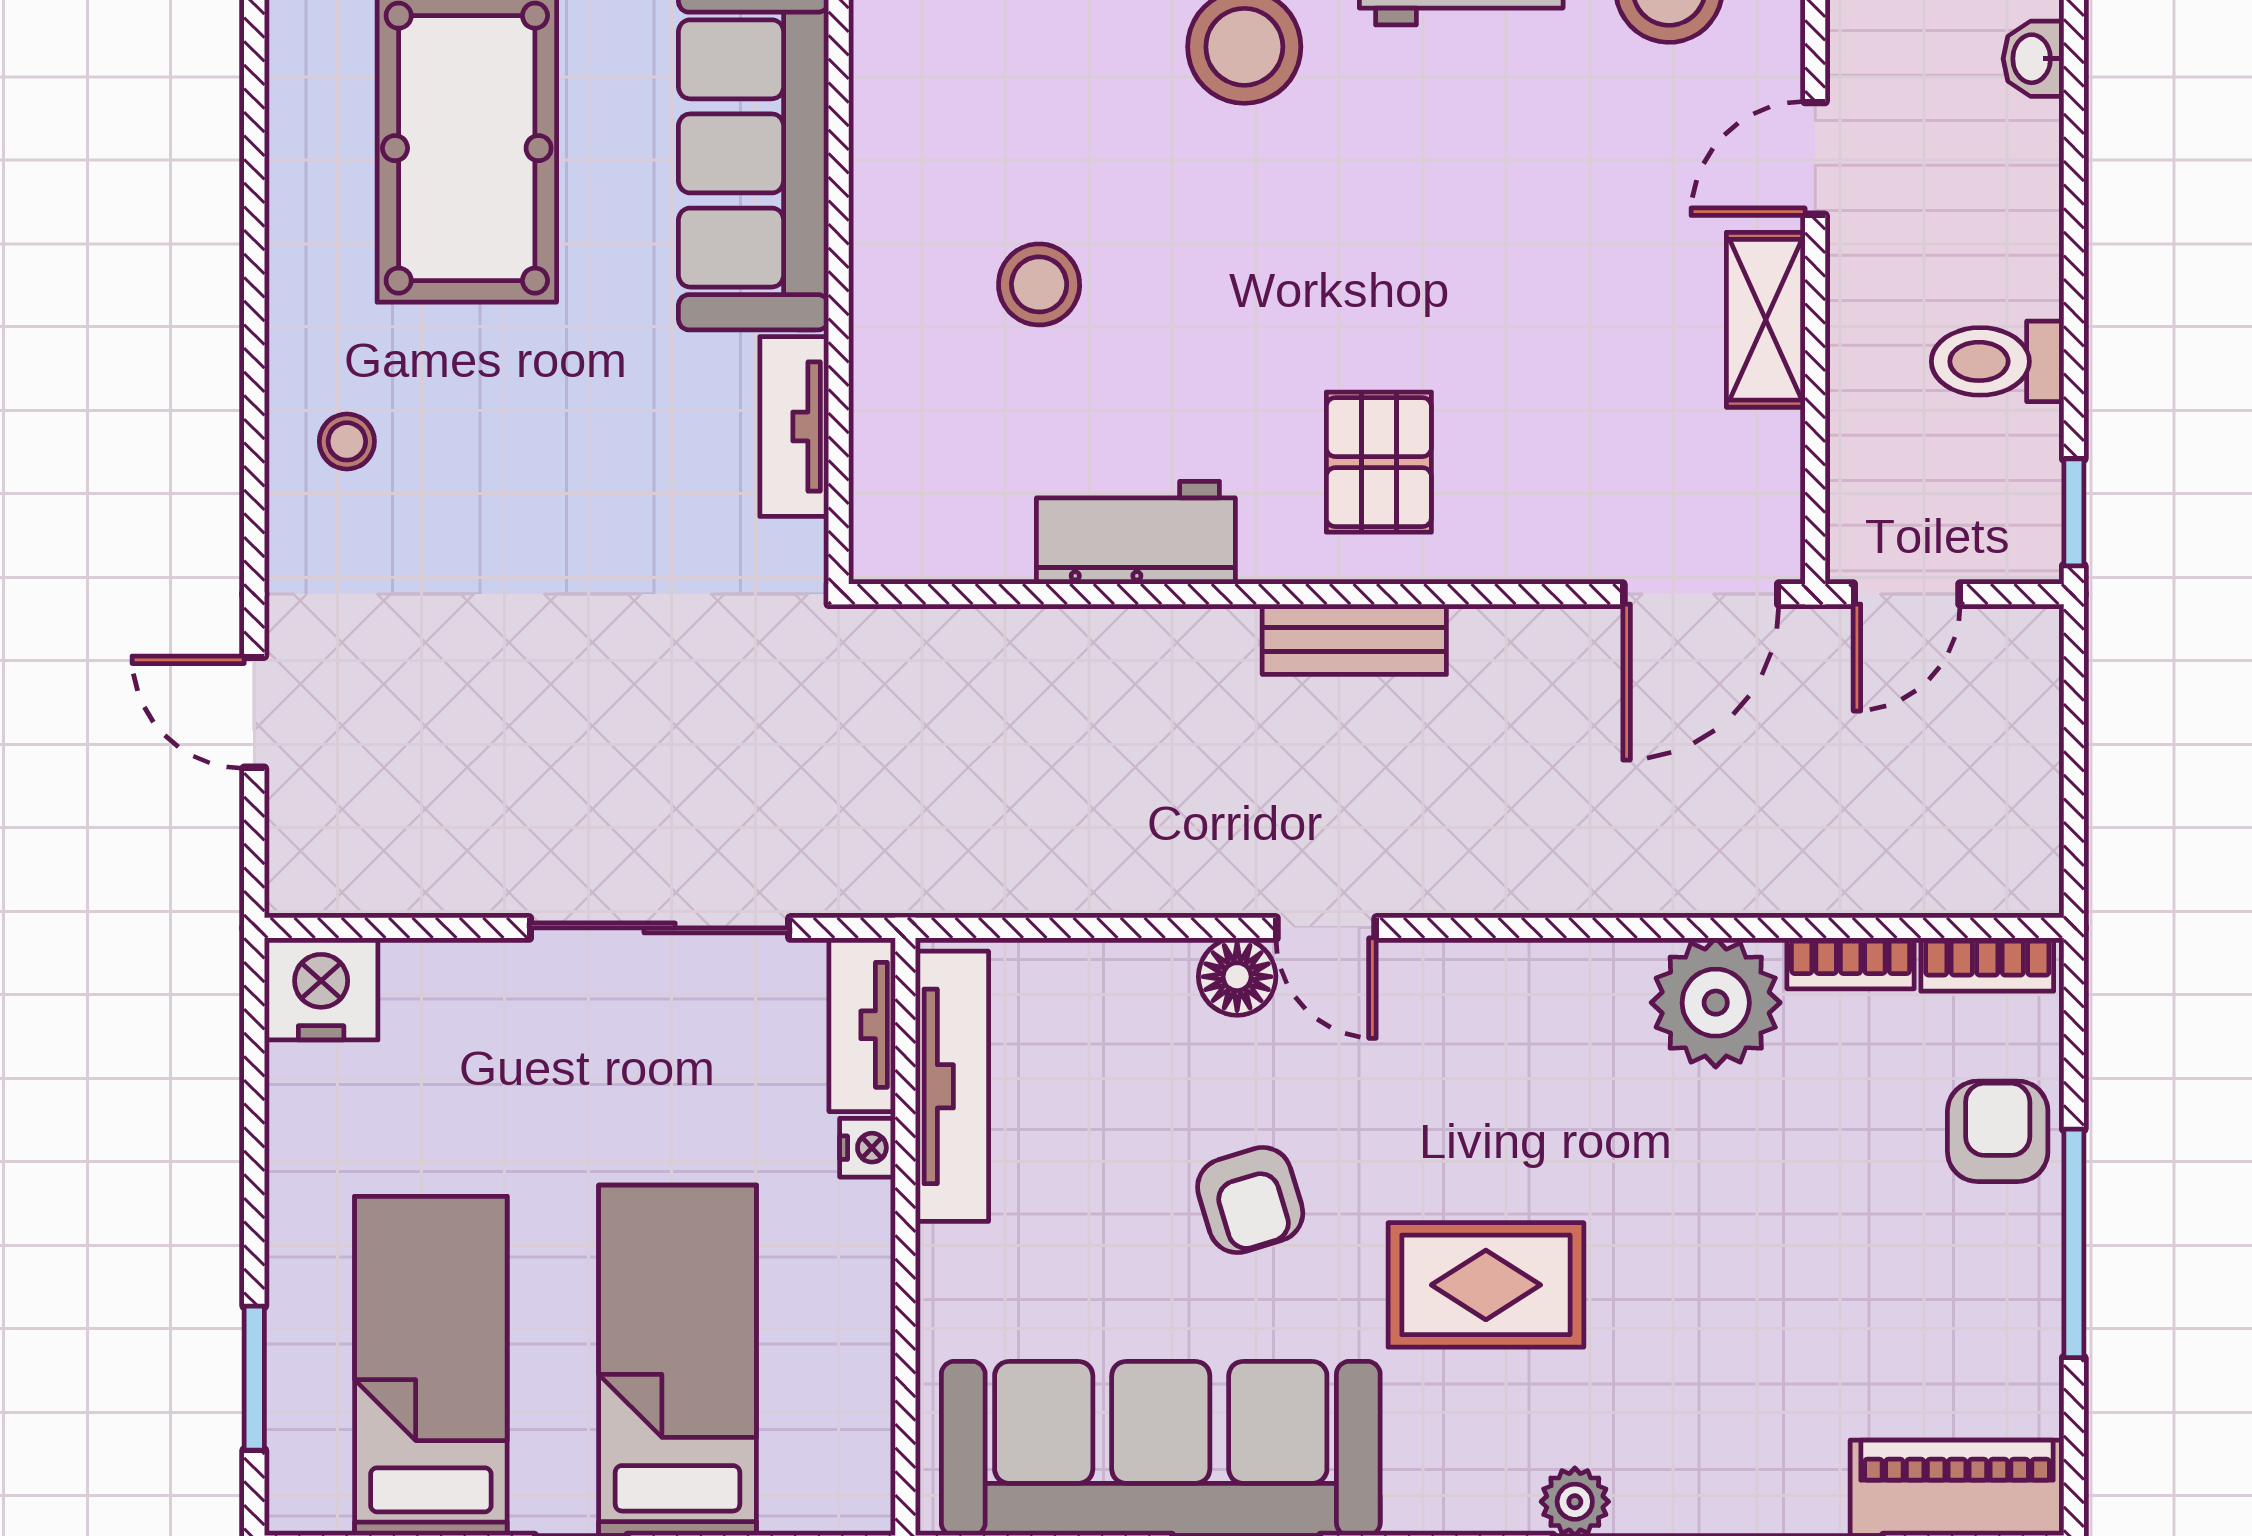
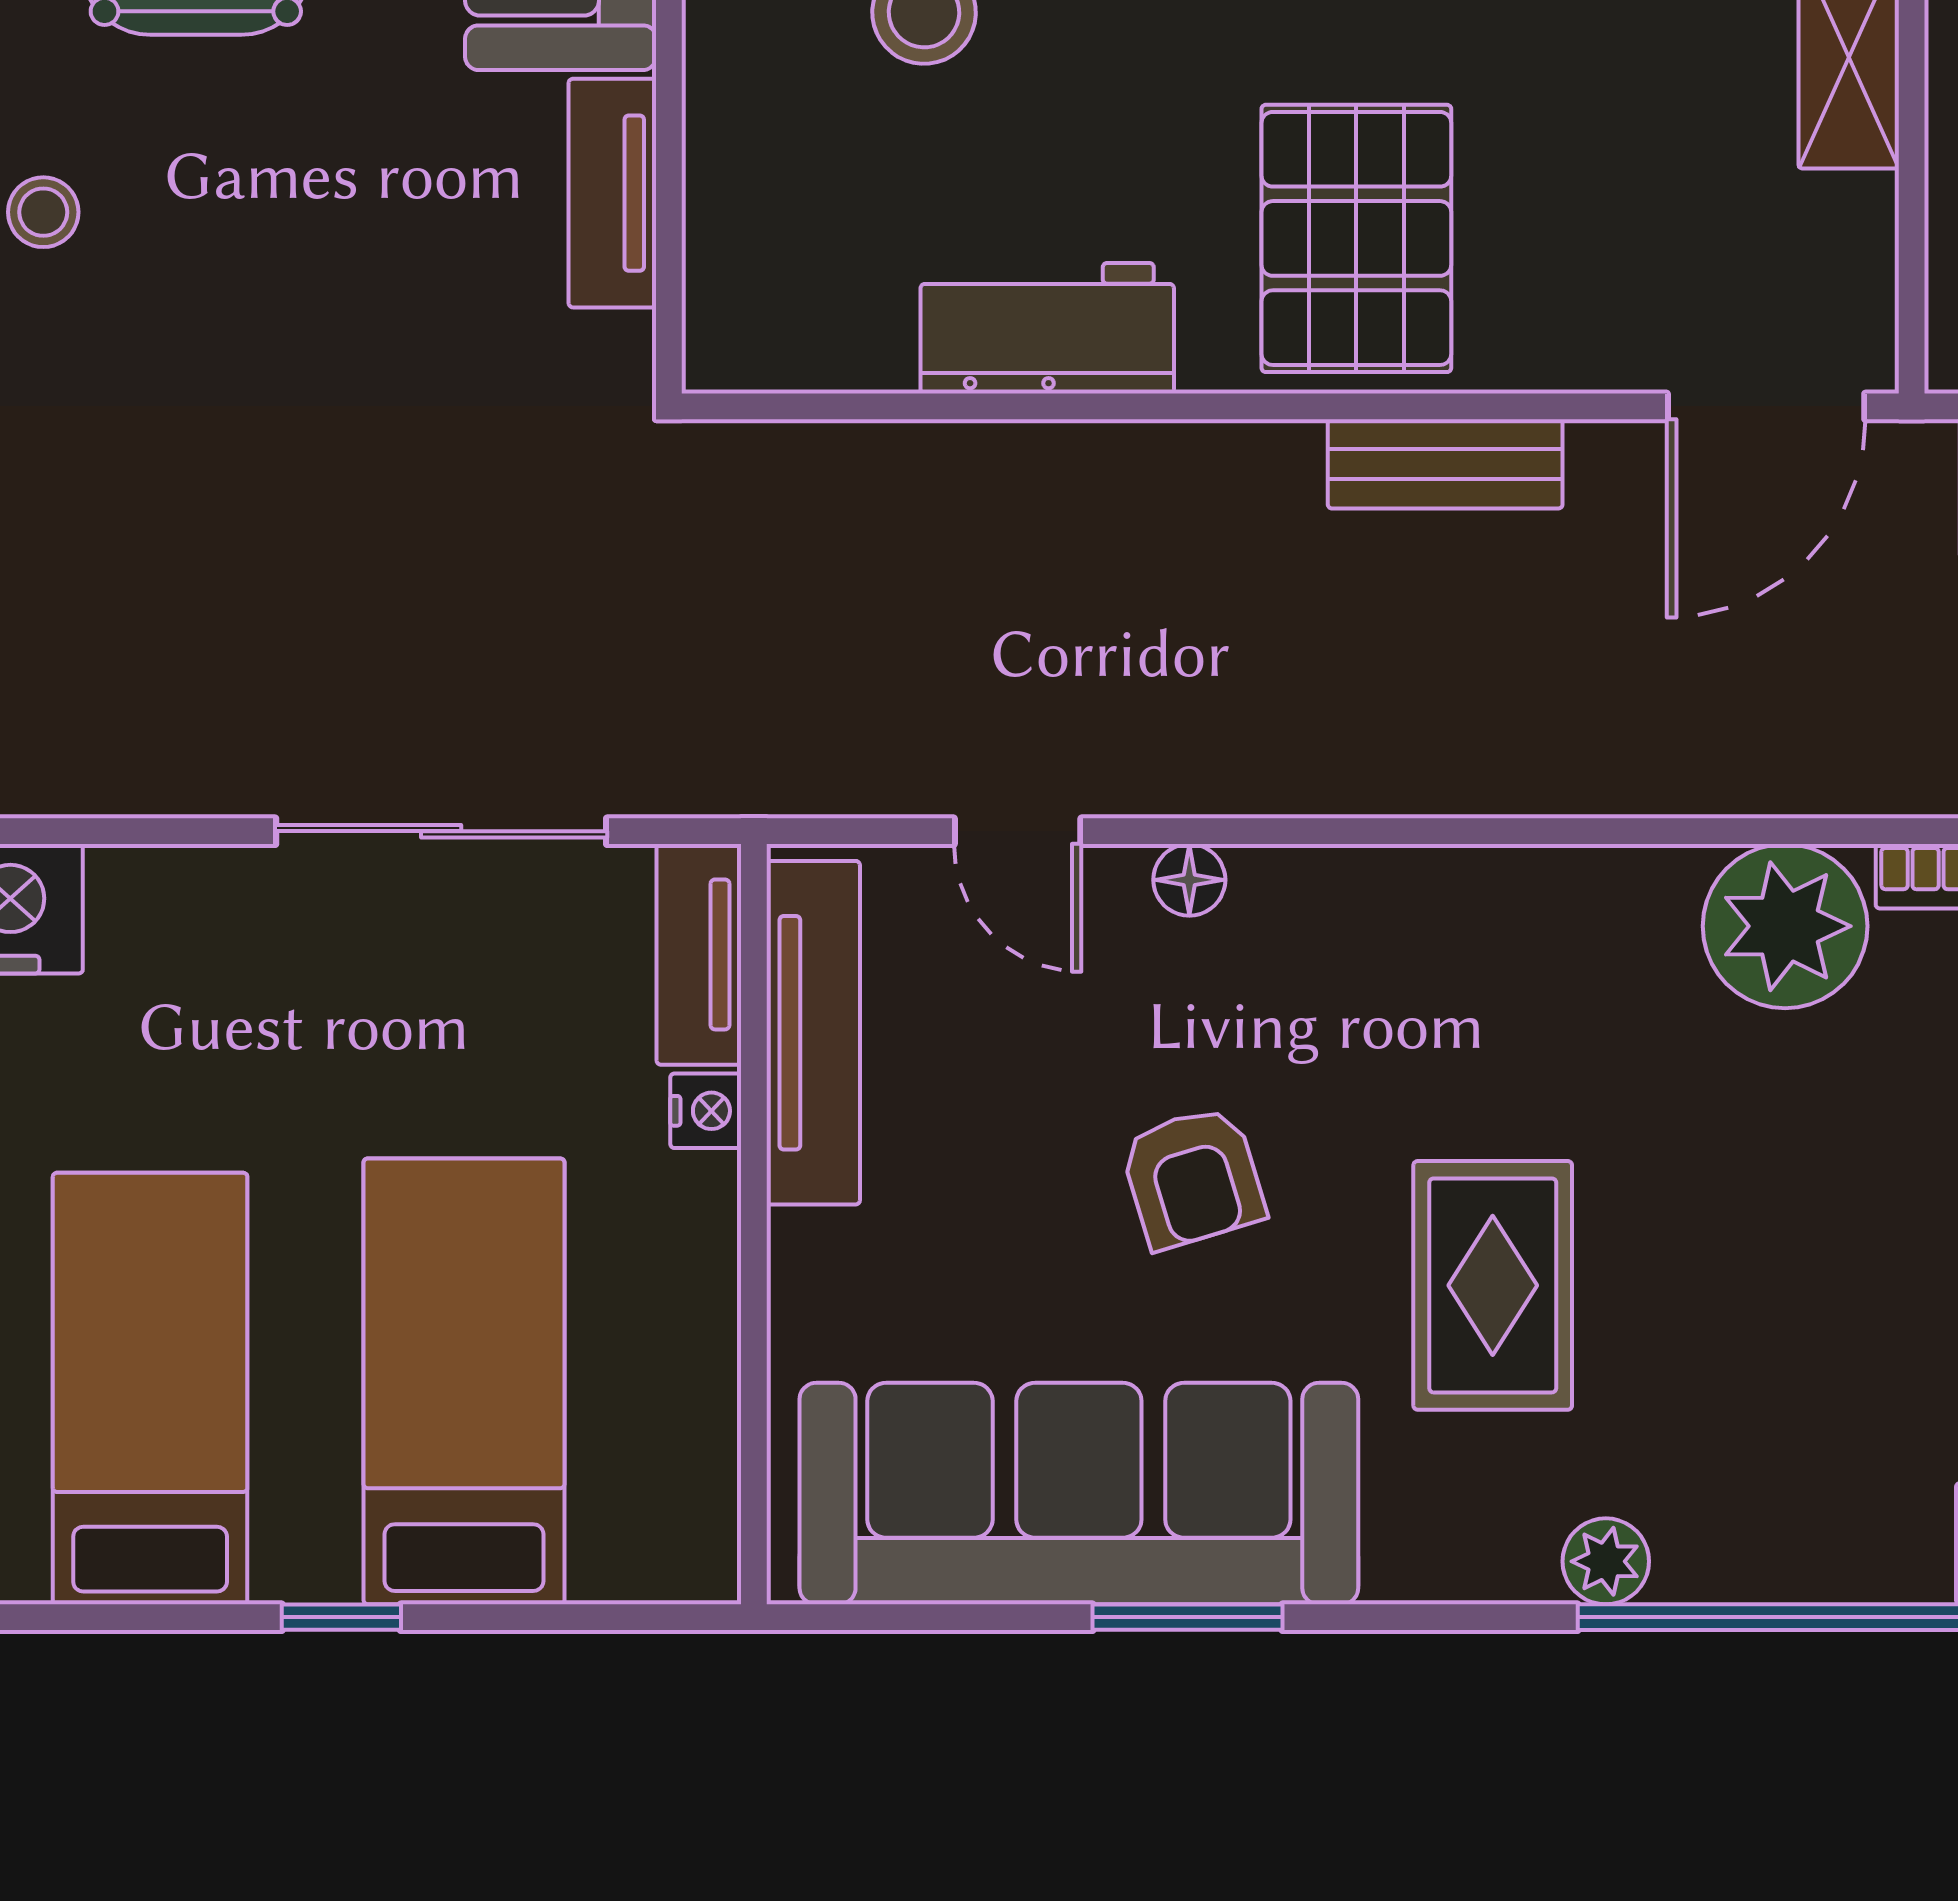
pallet: (1379, 462) -> (1356, 238), width x1.50, depth x1.42
bench: (1354, 639) -> (1445, 464), moved
door: (1326, 928) -> (1018, 831), moved
floor lamp: (1237, 977) -> (1189, 880), width x0.73, depth x0.73
rug: (1486, 1285) -> (1493, 1285), turned 90

